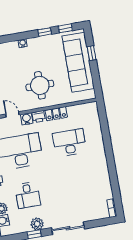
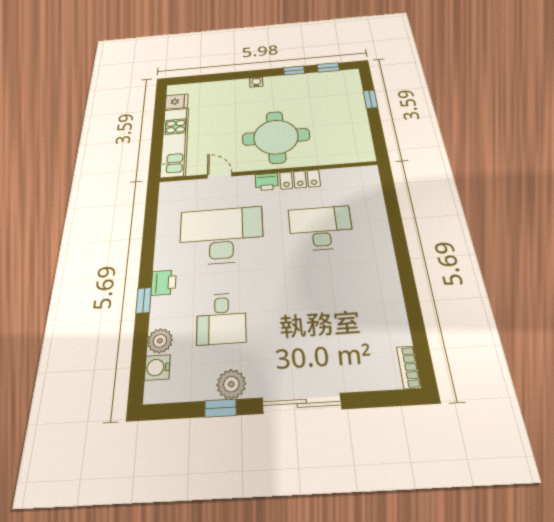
sofa: (78, 62) -> (346, 110), removed
round table: (40, 85) -> (276, 137), width x1.36, depth x1.36
water cooler: (27, 119) -> (244, 184), removed

